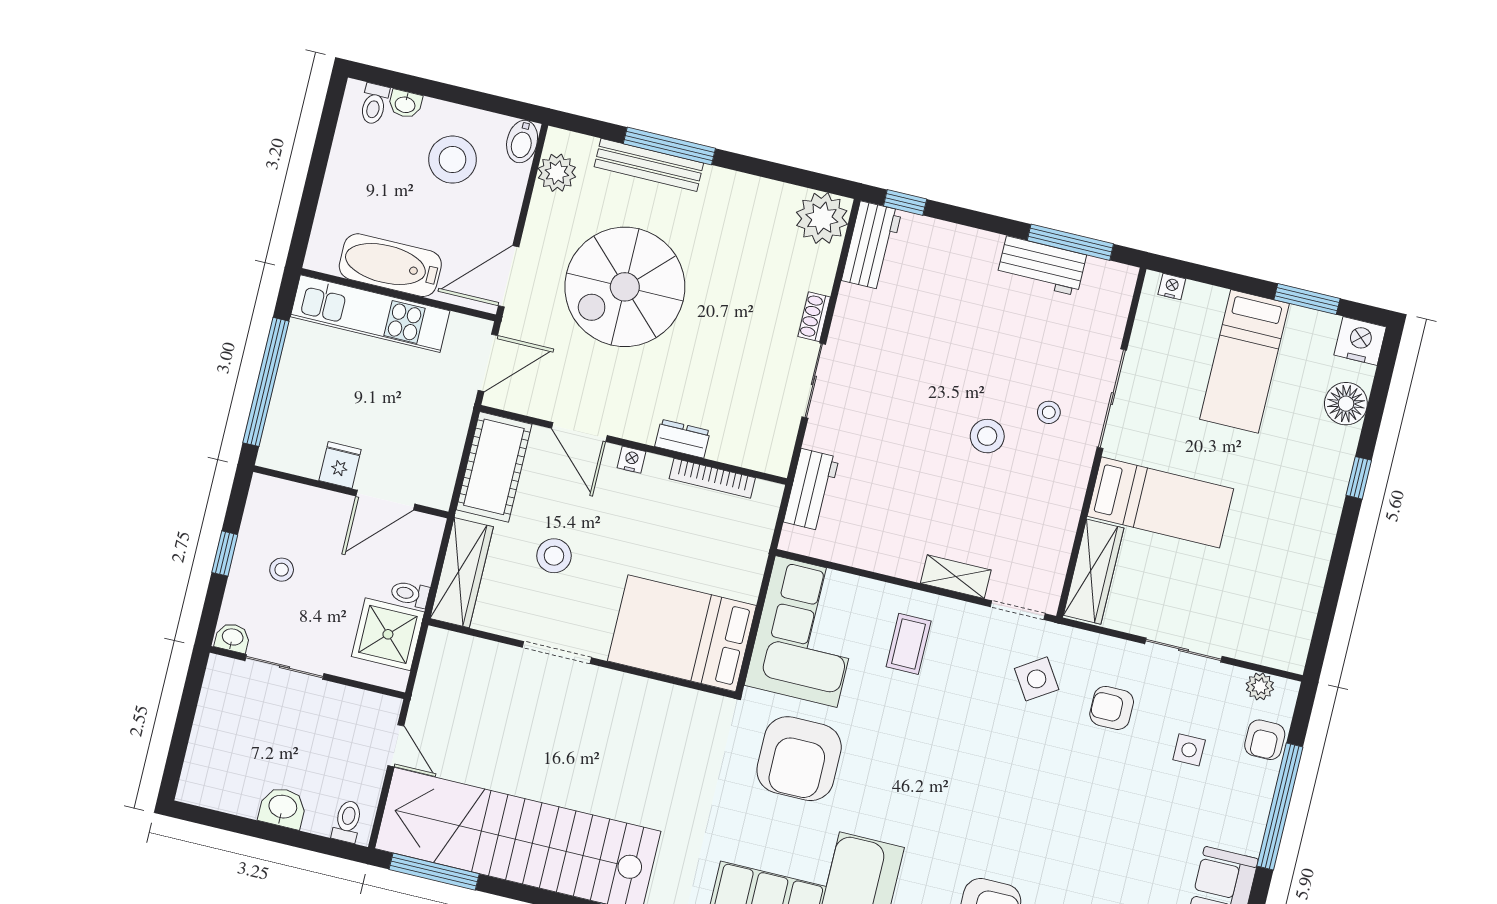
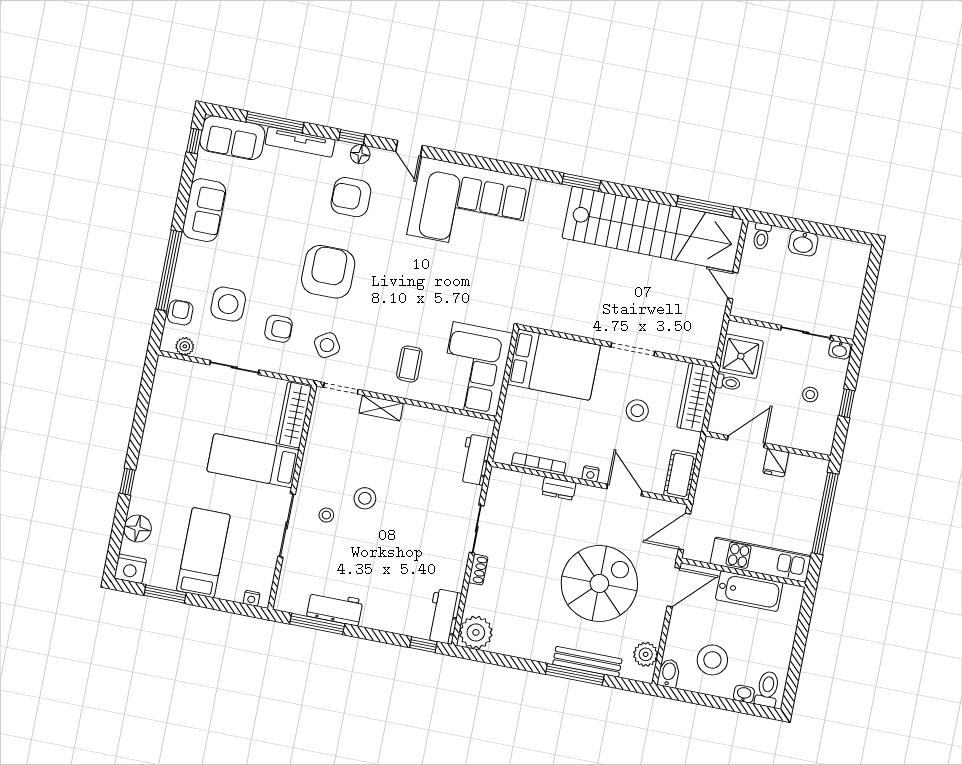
toilet: (374, 104) -> (767, 689), width x1.37, depth x1.39
cot: (494, 467) -> (680, 475), width x0.73, depth x0.75
side table: (1189, 750) -> (228, 304), width x1.87, depth x1.87
armchair: (799, 759) -> (328, 272), moved

